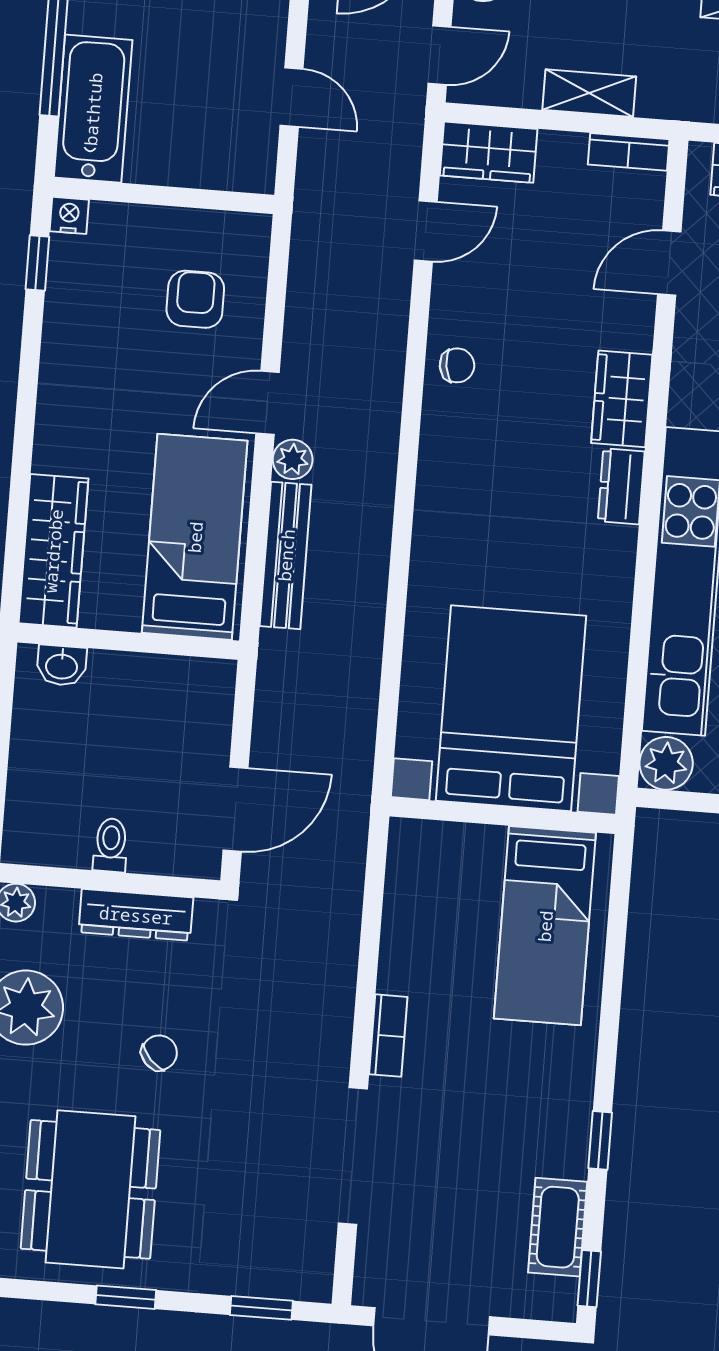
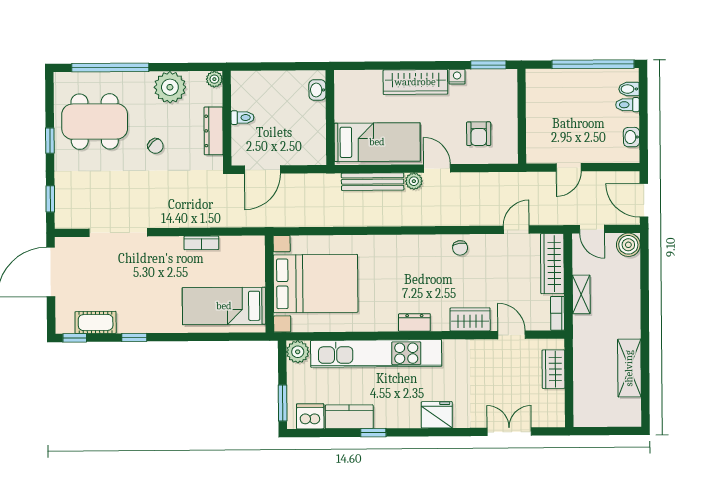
bathtub: (93, 109) -> (556, 83), removed
wardrobe: (489, 152) -> (552, 264), width x1.50
nightstand: (69, 215) -> (457, 77), moved, turned -90
door: (426, 231) -> (516, 230), swing flipped
window: (37, 263) -> (488, 65), width x1.50
armchair: (195, 299) -> (479, 134), turned 90
wardrobe: (622, 399) -> (470, 319), moved
wardrobe: (53, 551) -> (415, 82), moved
door: (236, 809) -> (262, 170), hinge flipped
bookcase: (388, 1036) -> (201, 243), moved

